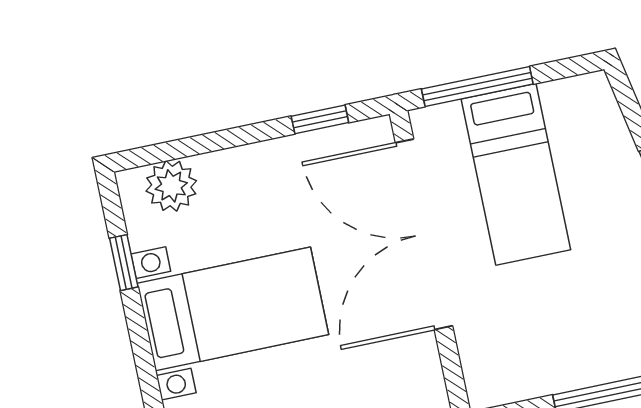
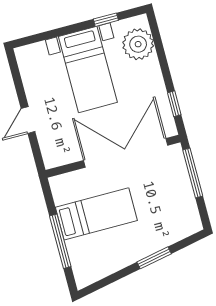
bed: (516, 174) -> (96, 214), moved, turned 180
plant: (171, 186) -> (138, 44), width x1.36, depth x1.36

